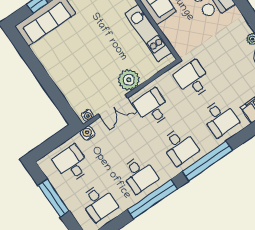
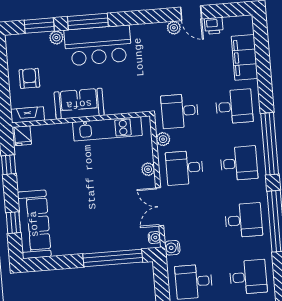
plant: (165, 79) -> (163, 139), added
plant: (129, 80) -> (148, 169), width x0.53, depth x0.53
window: (54, 93) -> (113, 258), added
double door: (113, 106) -> (160, 207), swing flipped

